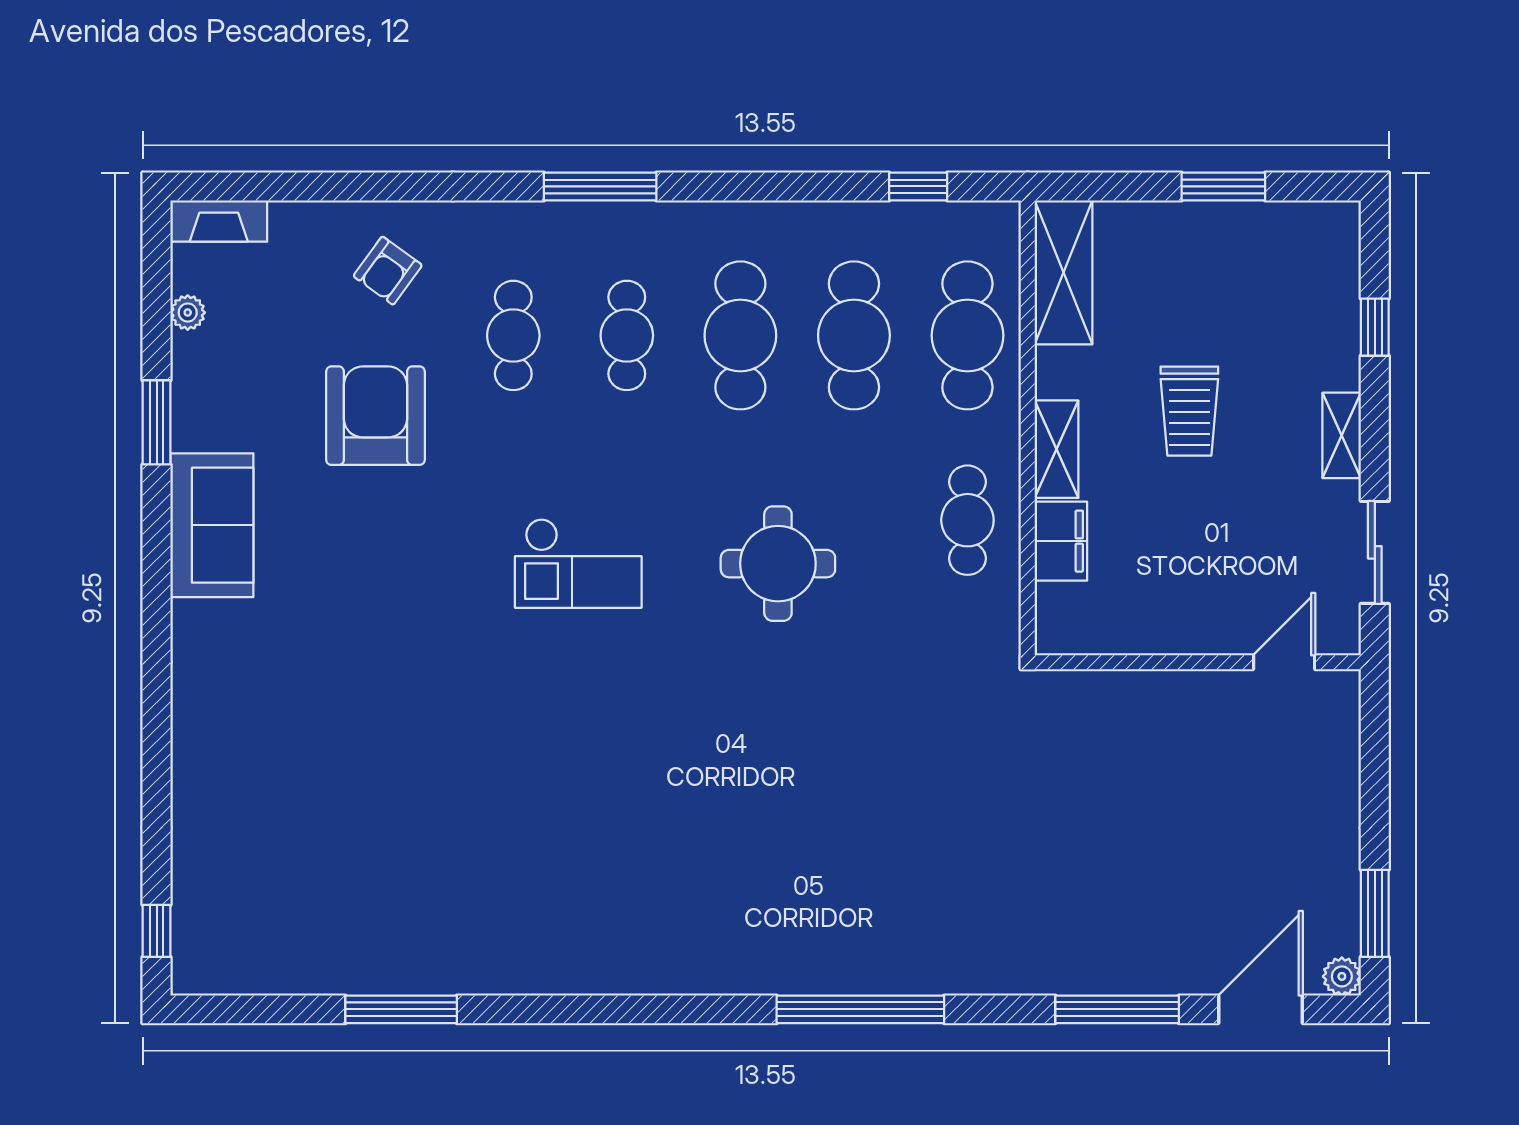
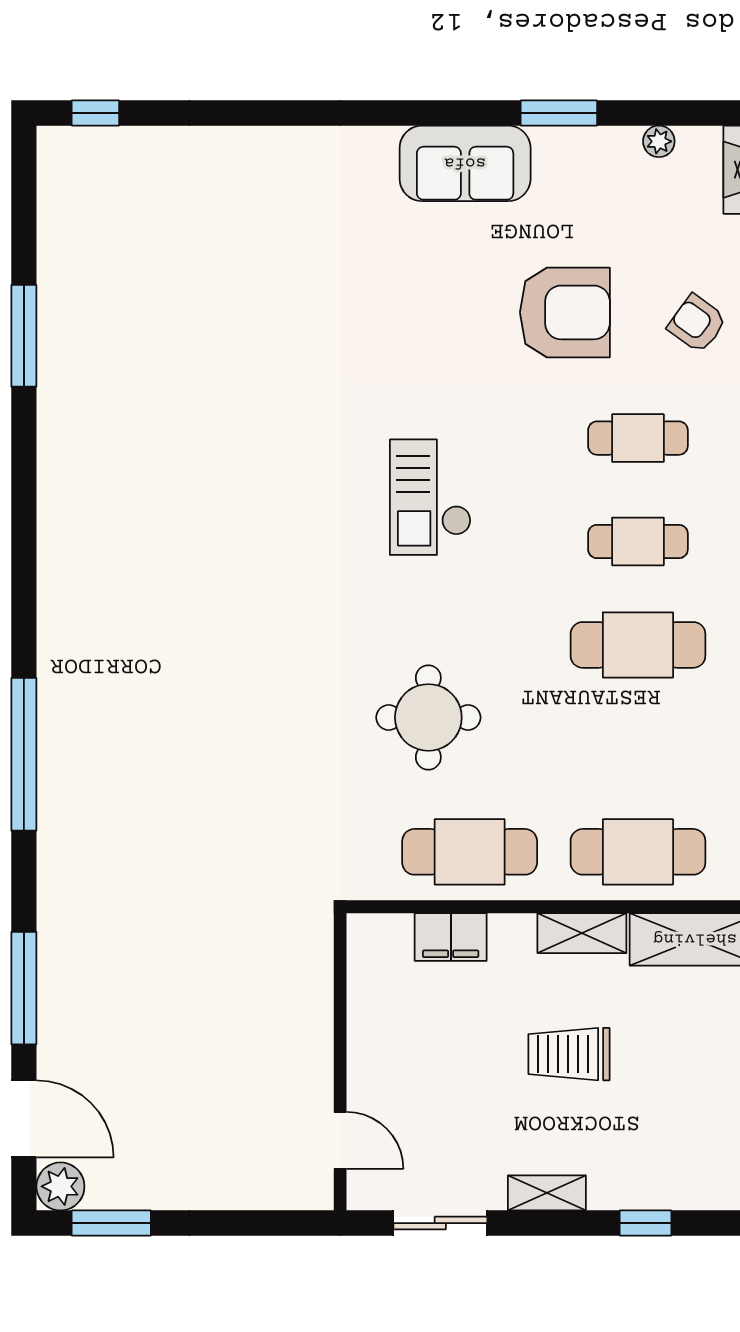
cafe table: (854, 335) -> (638, 748), removed
shelving: (1057, 449) -> (582, 933), moved
cafe table: (967, 520) -> (470, 852), width x1.37, depth x1.35
round table: (778, 564) -> (428, 717), moved
plant: (1342, 976) -> (60, 1186), width x1.38, depth x1.38

